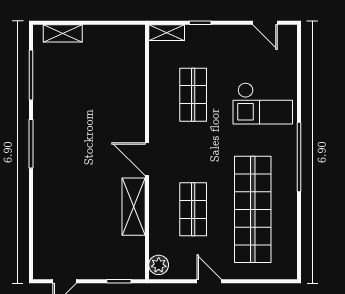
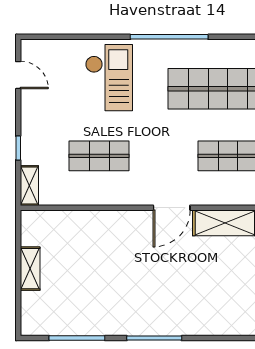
door: (265, 23) -> (18, 75), hinge flipped
shelving: (63, 33) -> (30, 269), moved

